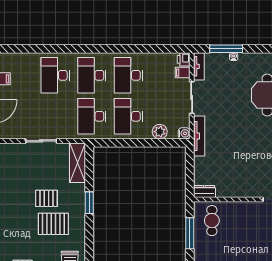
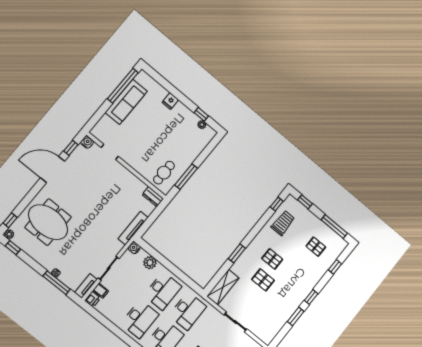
tv unit: (199, 136) -> (133, 228), moved
pallet: (53, 224) -> (272, 259), width x0.67, depth x0.71

